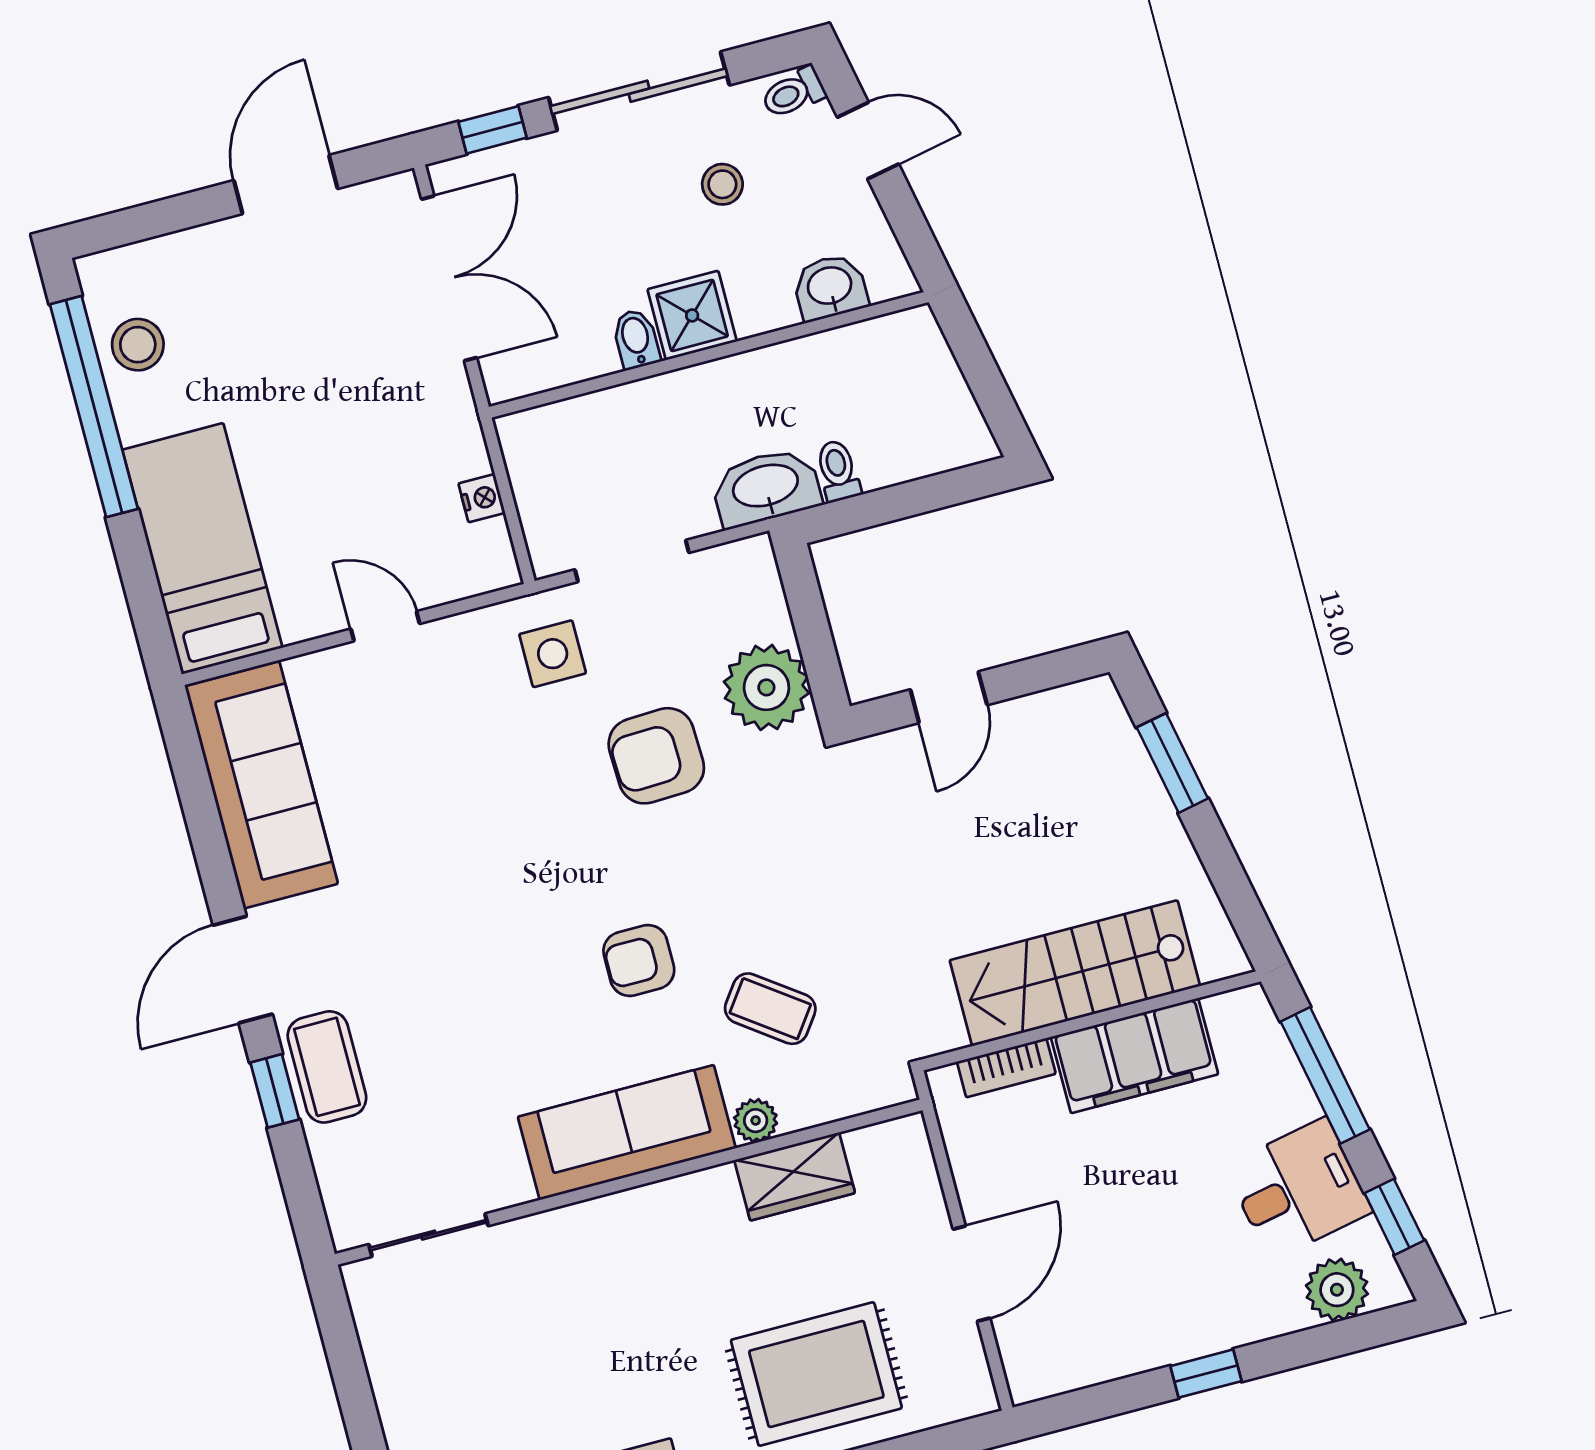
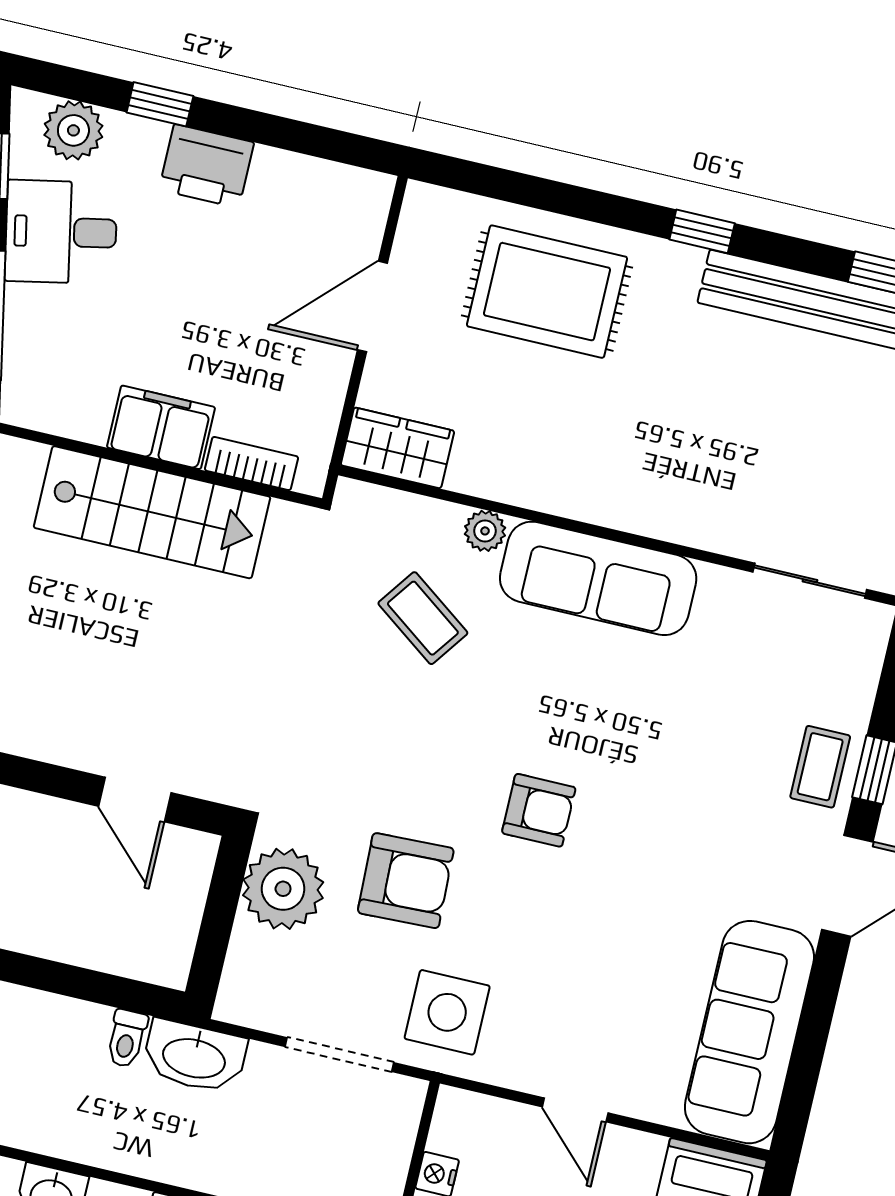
side table: (553, 654) -> (447, 1012), width x1.37, depth x1.37
door: (949, 697) -> (135, 799), swing flipped
armchair: (639, 961) -> (539, 810), moved
filing cabinet: (1134, 1056) -> (161, 427), width x0.67, depth x0.86
coffee table: (327, 1067) -> (820, 767), width x0.73, depth x0.77
wardrobe: (795, 1176) -> (397, 448), moved
printer: (1195, 1322) -> (206, 166), added
window: (1206, 1374) -> (160, 104), moved

